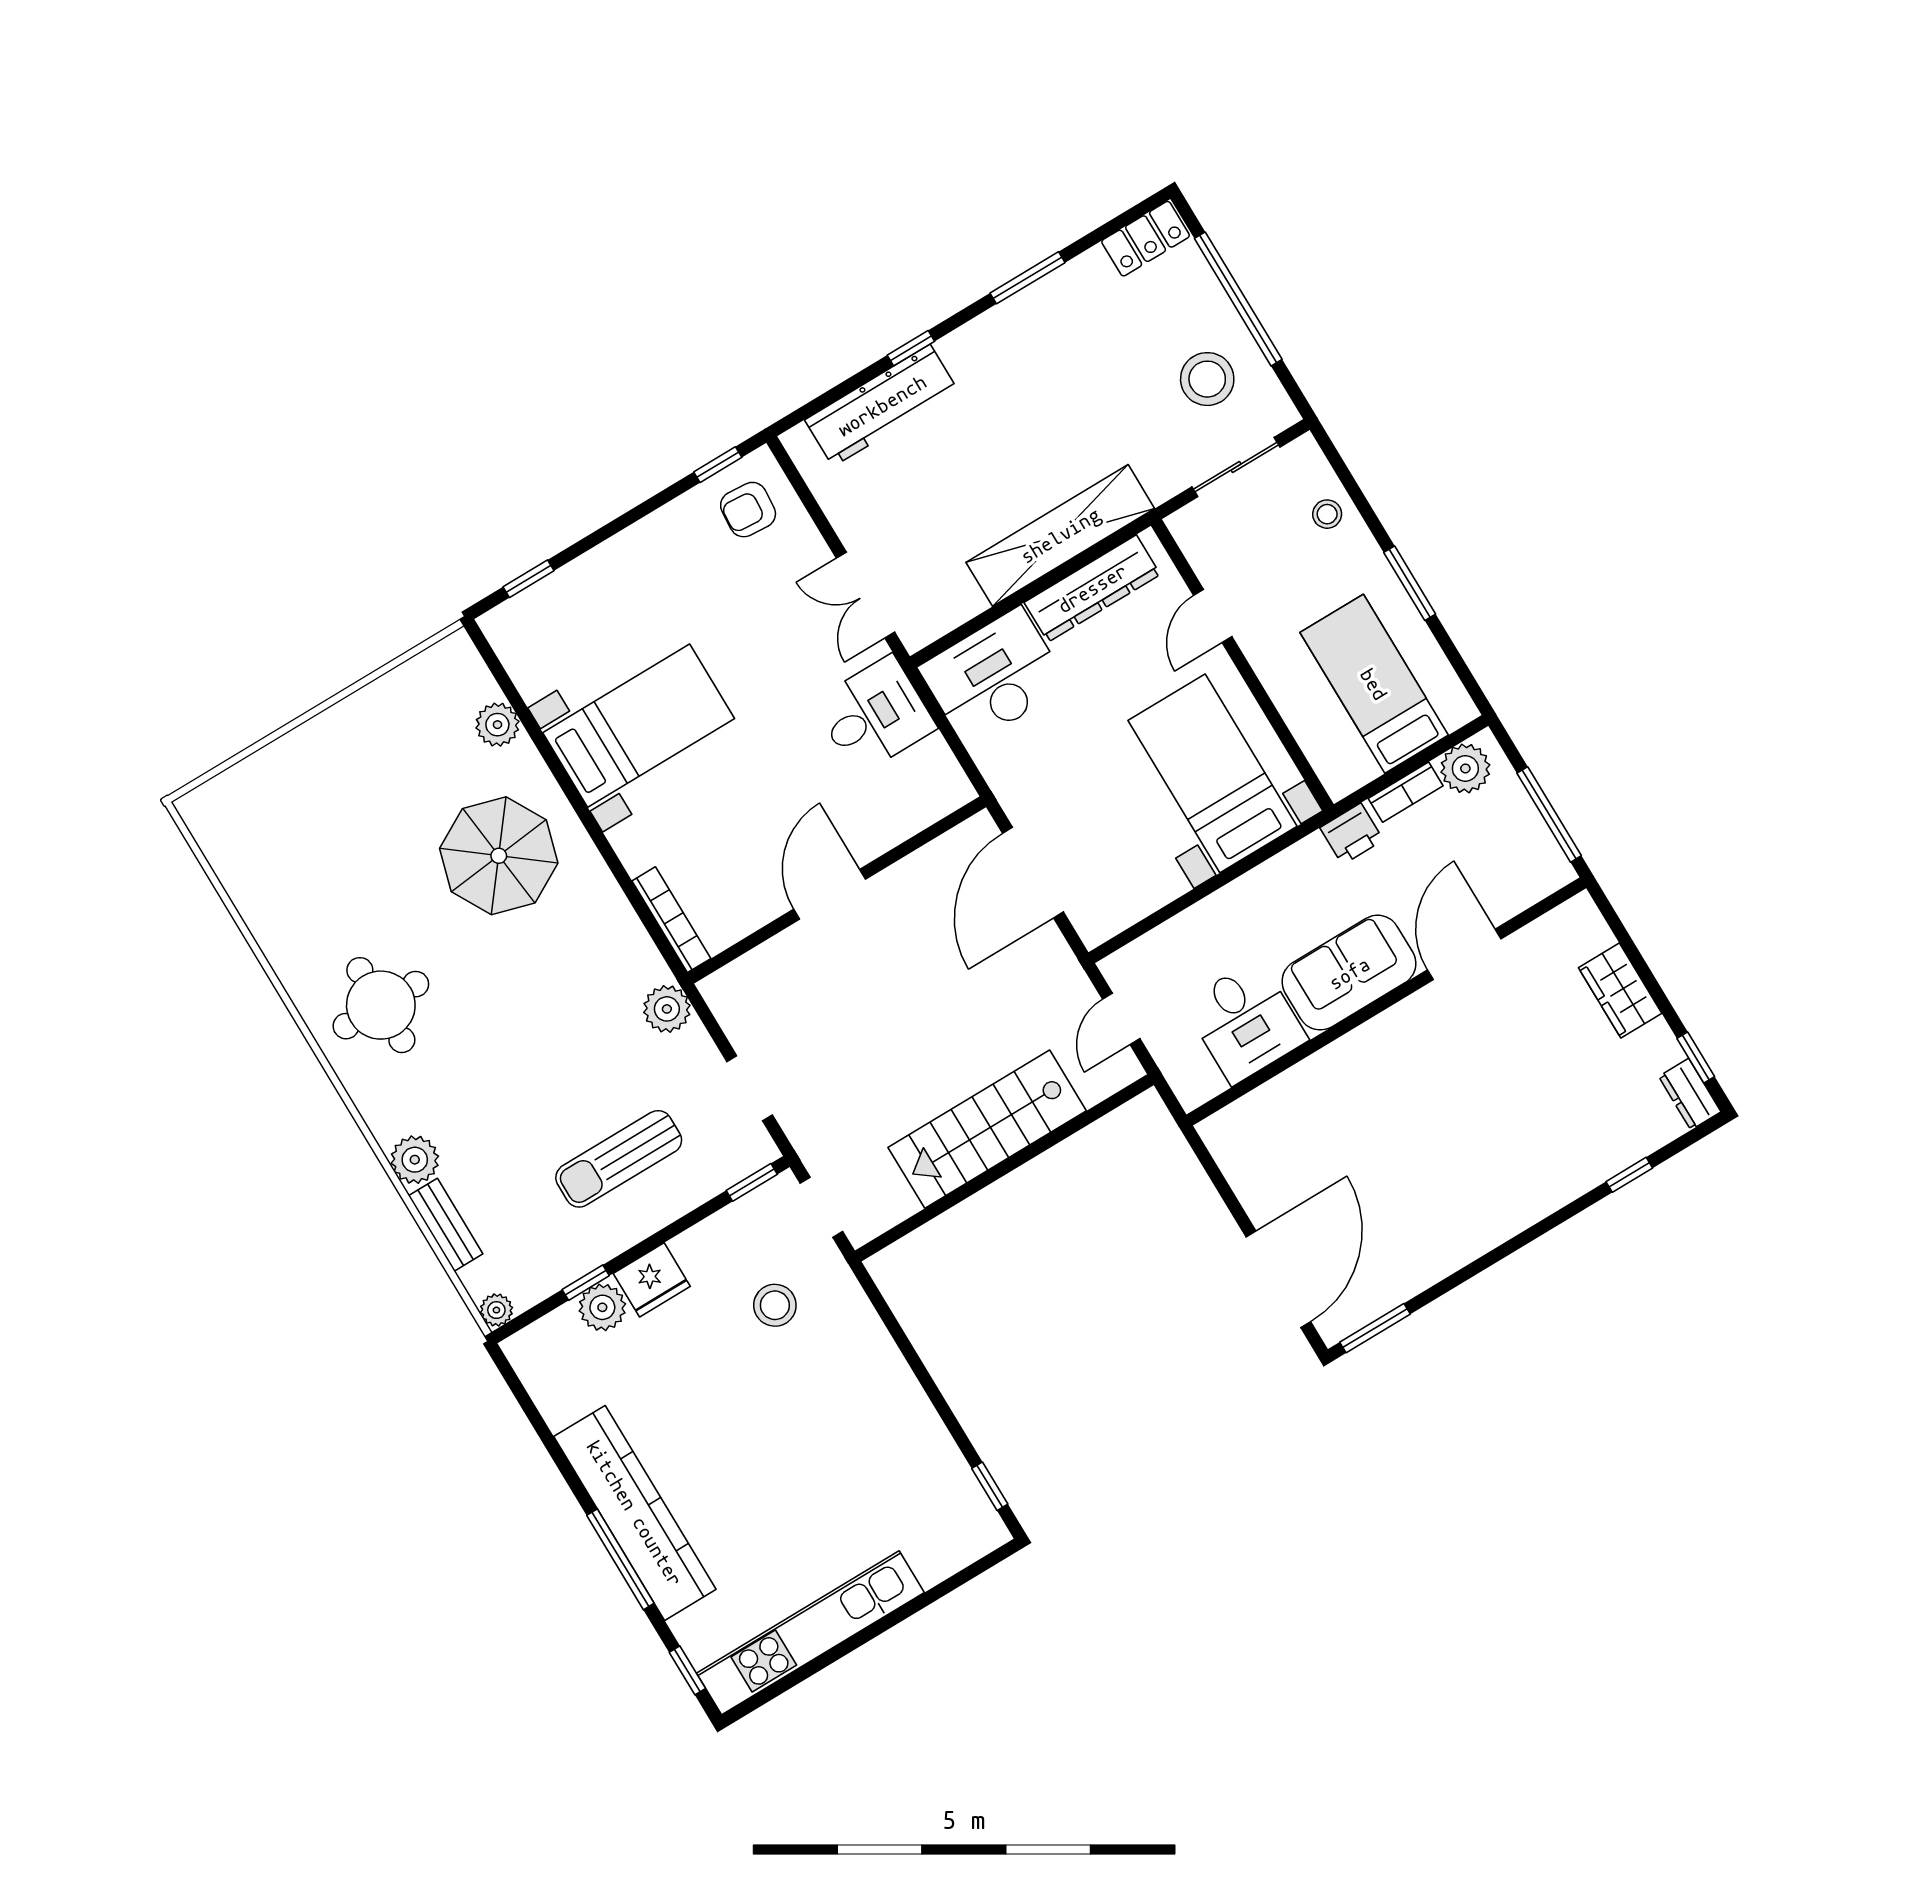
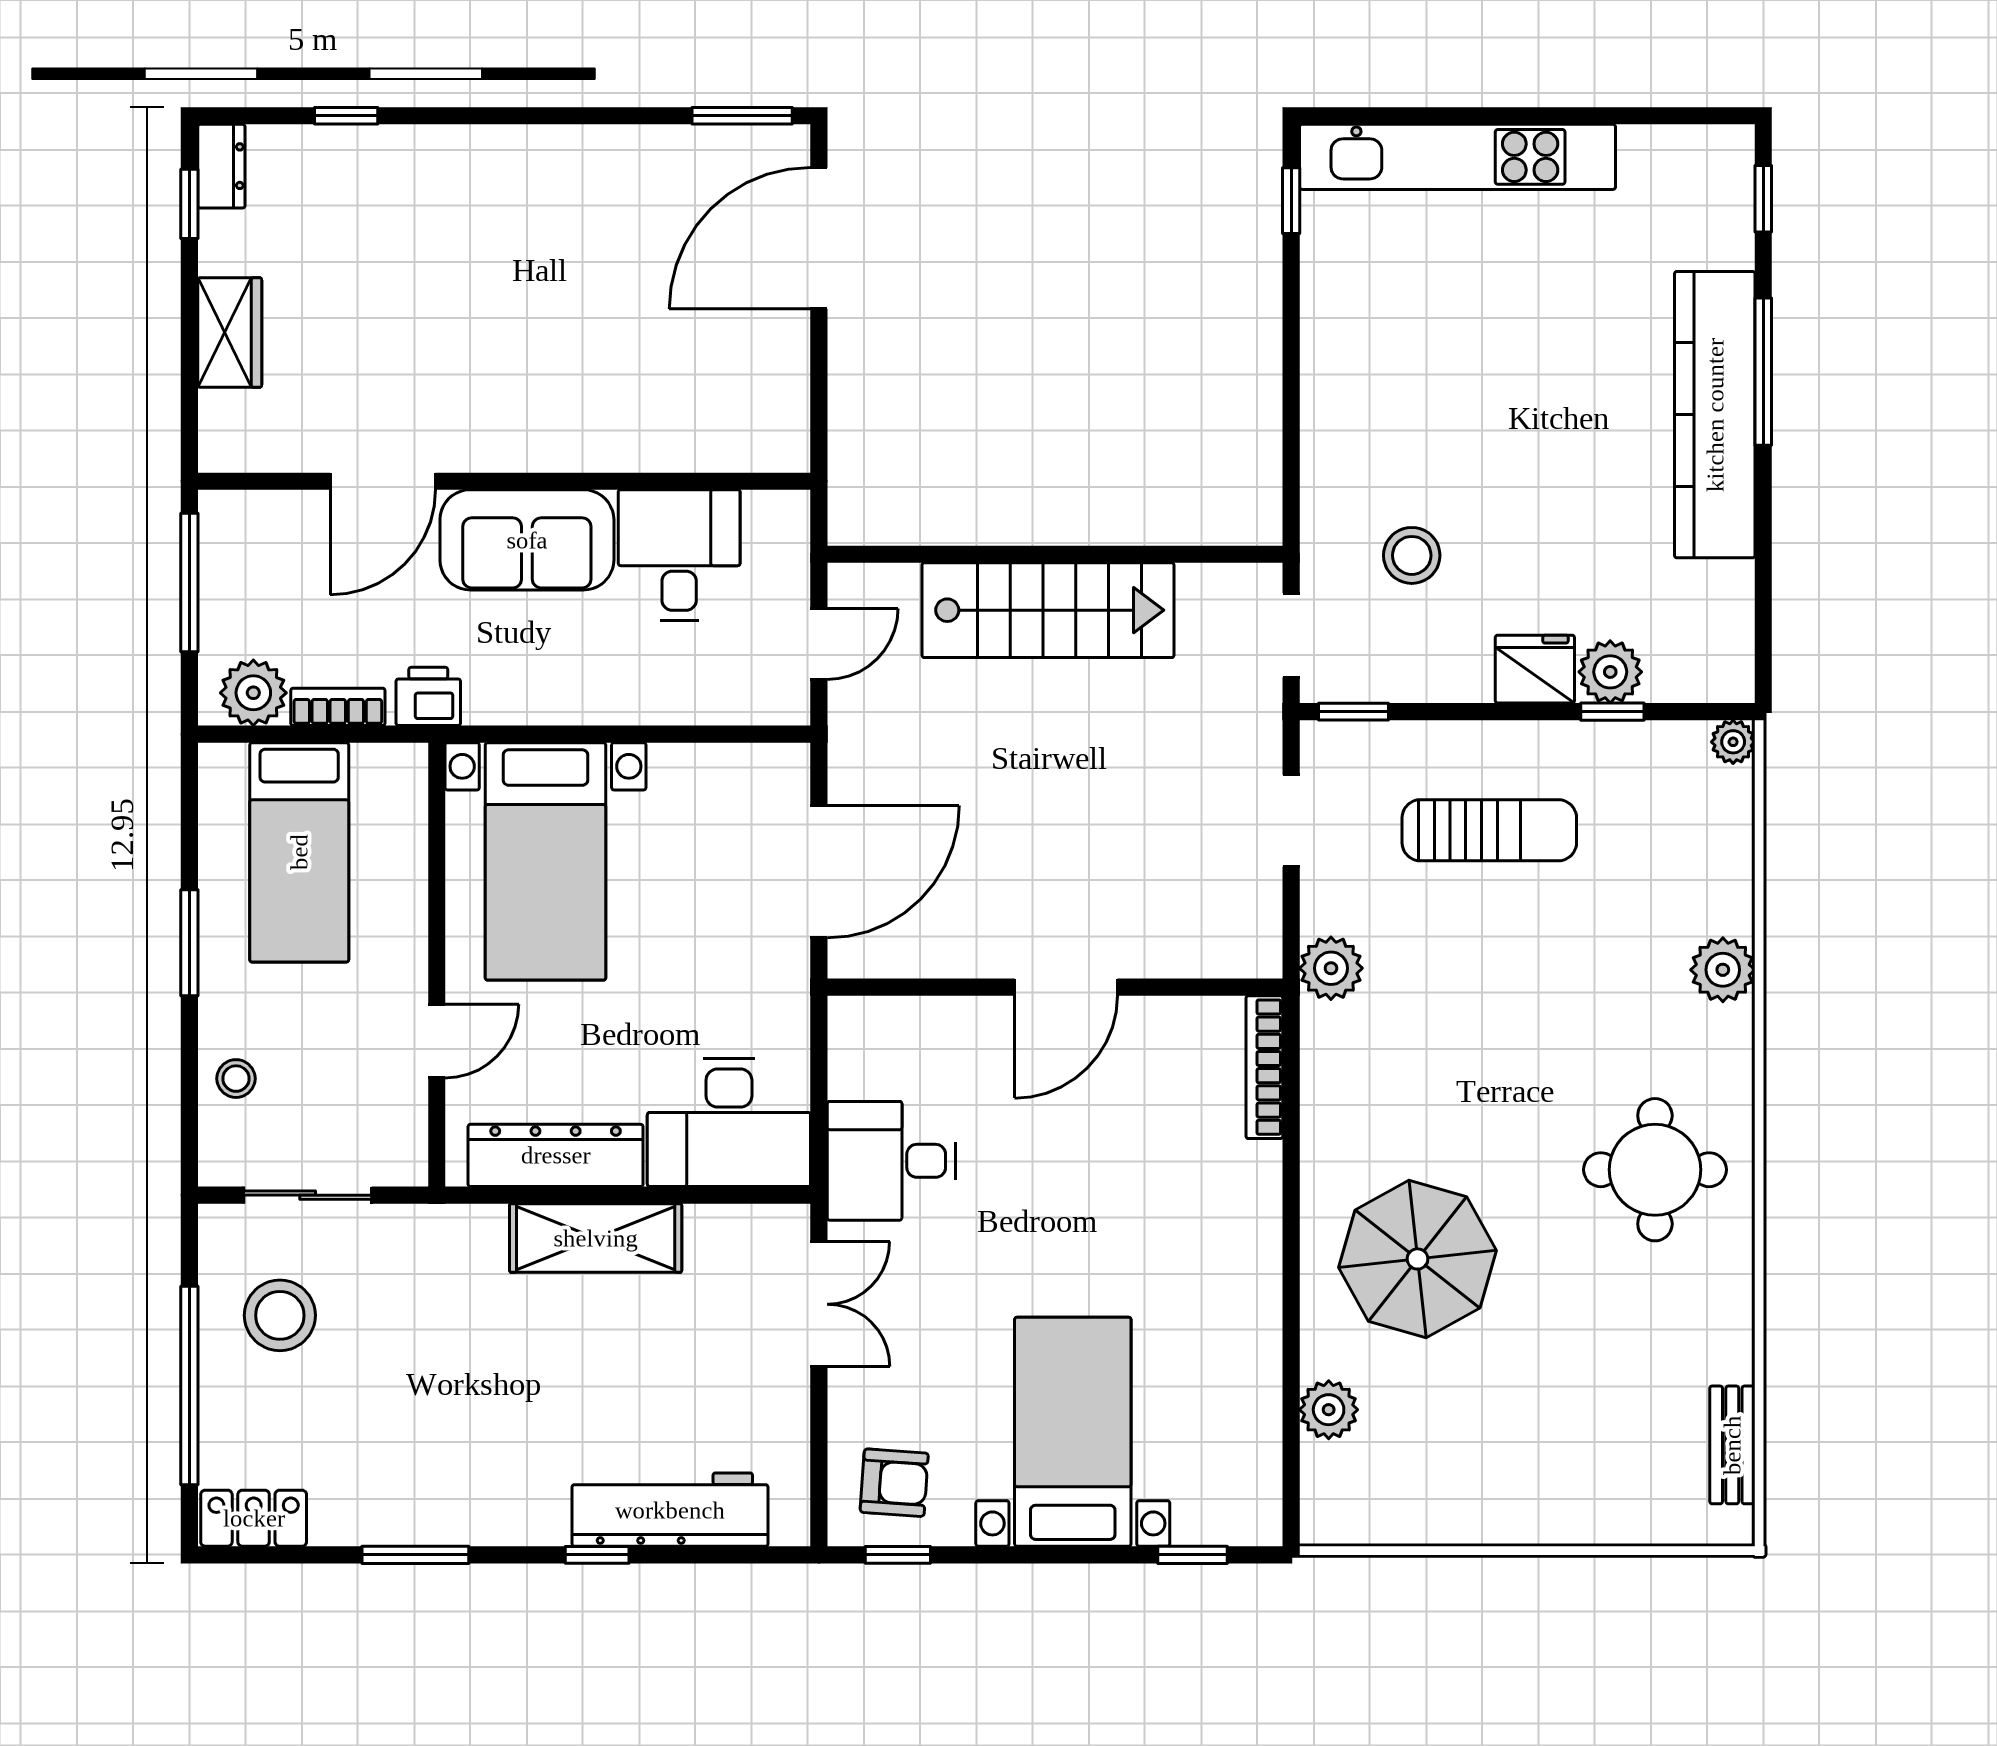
shelving: (1060, 535) -> (596, 1238), width x0.68
bed with nightstands: (639, 726) -> (1073, 1432), moved, turned 90
bench: (446, 1225) -> (1732, 1445), moved
kitchen unit: (810, 1633) -> (1457, 157), moved

